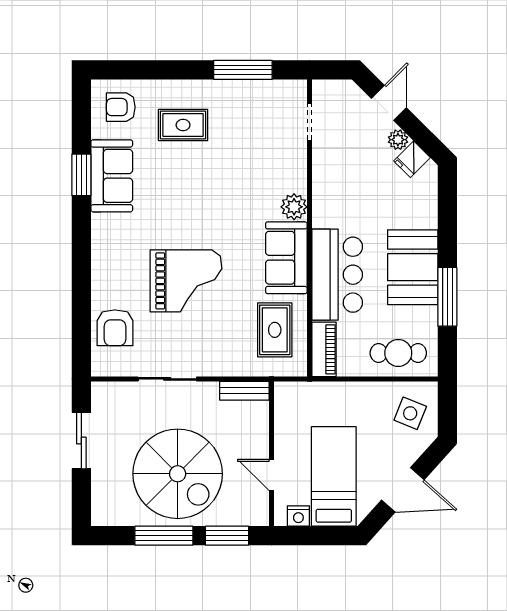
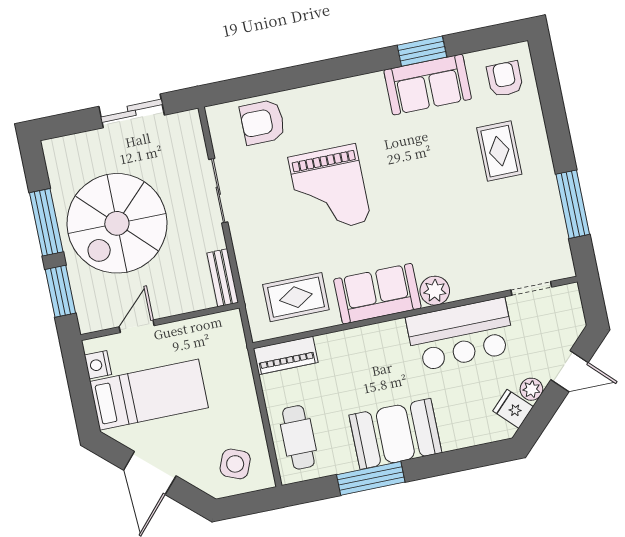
bar counter: (337, 275) -> (461, 335), moved

